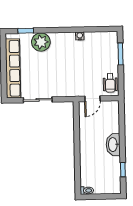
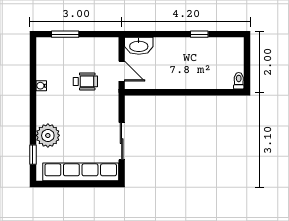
wheelchair: (110, 83) -> (85, 81), moved
washbasin: (113, 145) -> (139, 46), moved
window: (123, 170) -> (199, 34), moved

